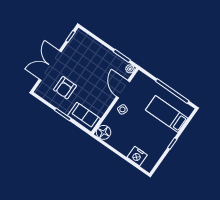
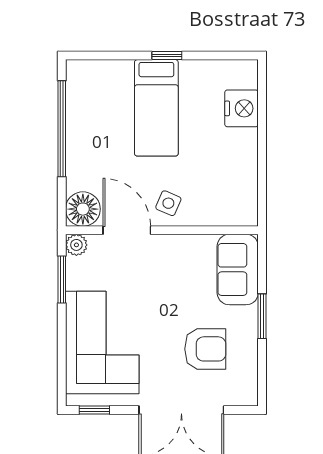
corner sofa: (91, 55) -> (102, 343), added
door: (123, 89) -> (127, 230), swing flipped
bed: (167, 114) -> (156, 108), moved
floor lamp: (104, 132) -> (83, 209), moved

